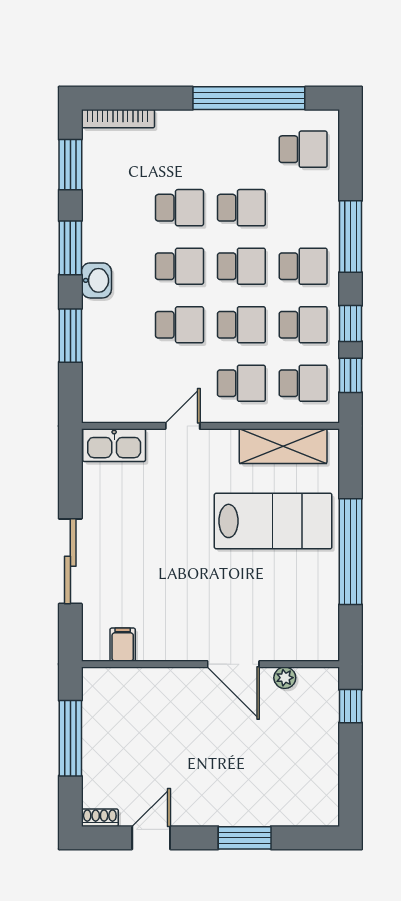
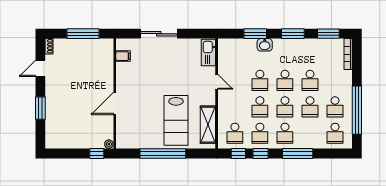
washbasin: (96, 280) -> (265, 45), moved
school desk: (241, 383) -> (335, 107), moved
plant: (285, 678) -> (109, 144), moved
door: (151, 838) -> (40, 68), swing flipped

